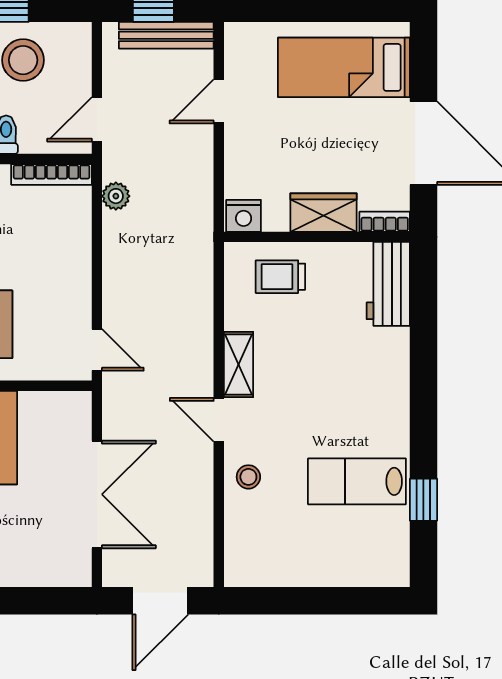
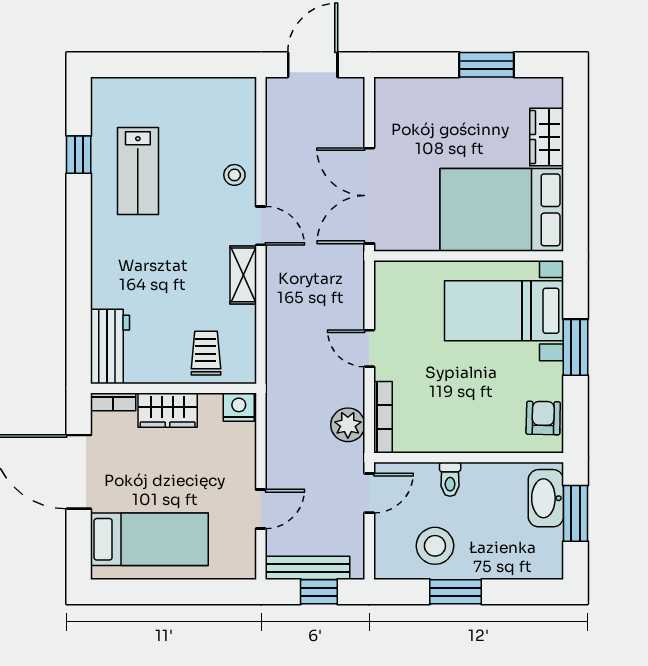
bookcase: (52, 174) -> (383, 417), moved, turned 90
plant: (116, 196) -> (348, 425), width x1.38, depth x1.38
trolley: (280, 277) -> (206, 353), turned -90
door: (97, 350) -> (369, 348), moved
lab bench: (357, 481) -> (138, 171), turned 90
double door: (97, 494) -> (369, 196), moved

